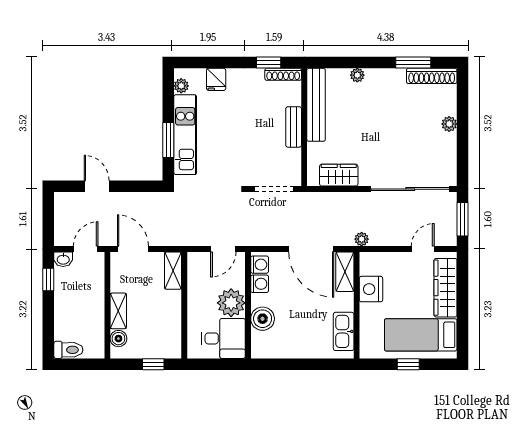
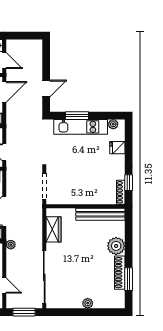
plant: (357, 75) -> (116, 246), width x1.88, depth x1.88
shoe rack: (432, 76) -> (120, 273), moved
bench: (294, 127) -> (86, 199), removed
door: (97, 186) -> (46, 88), moved

